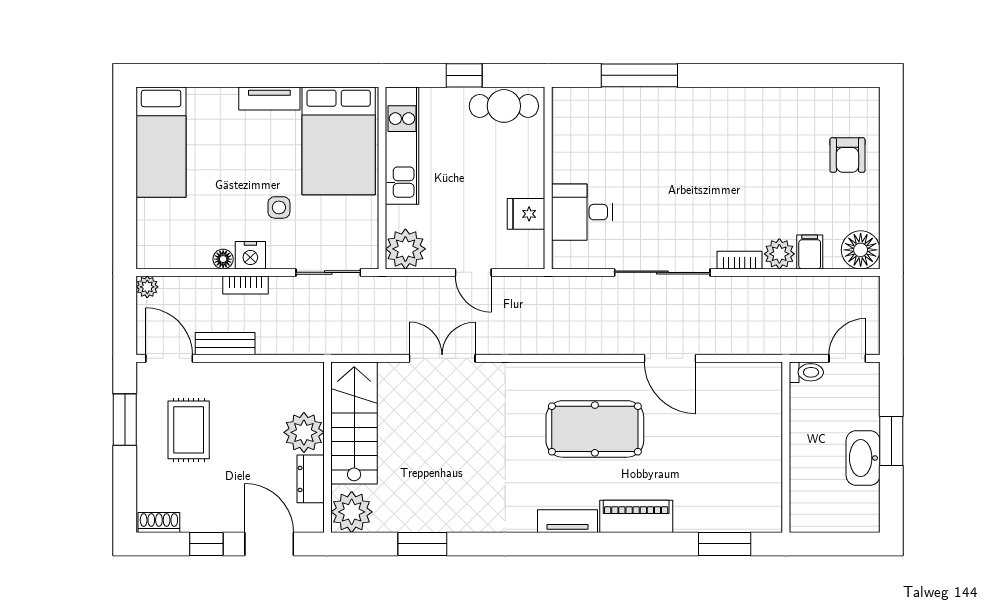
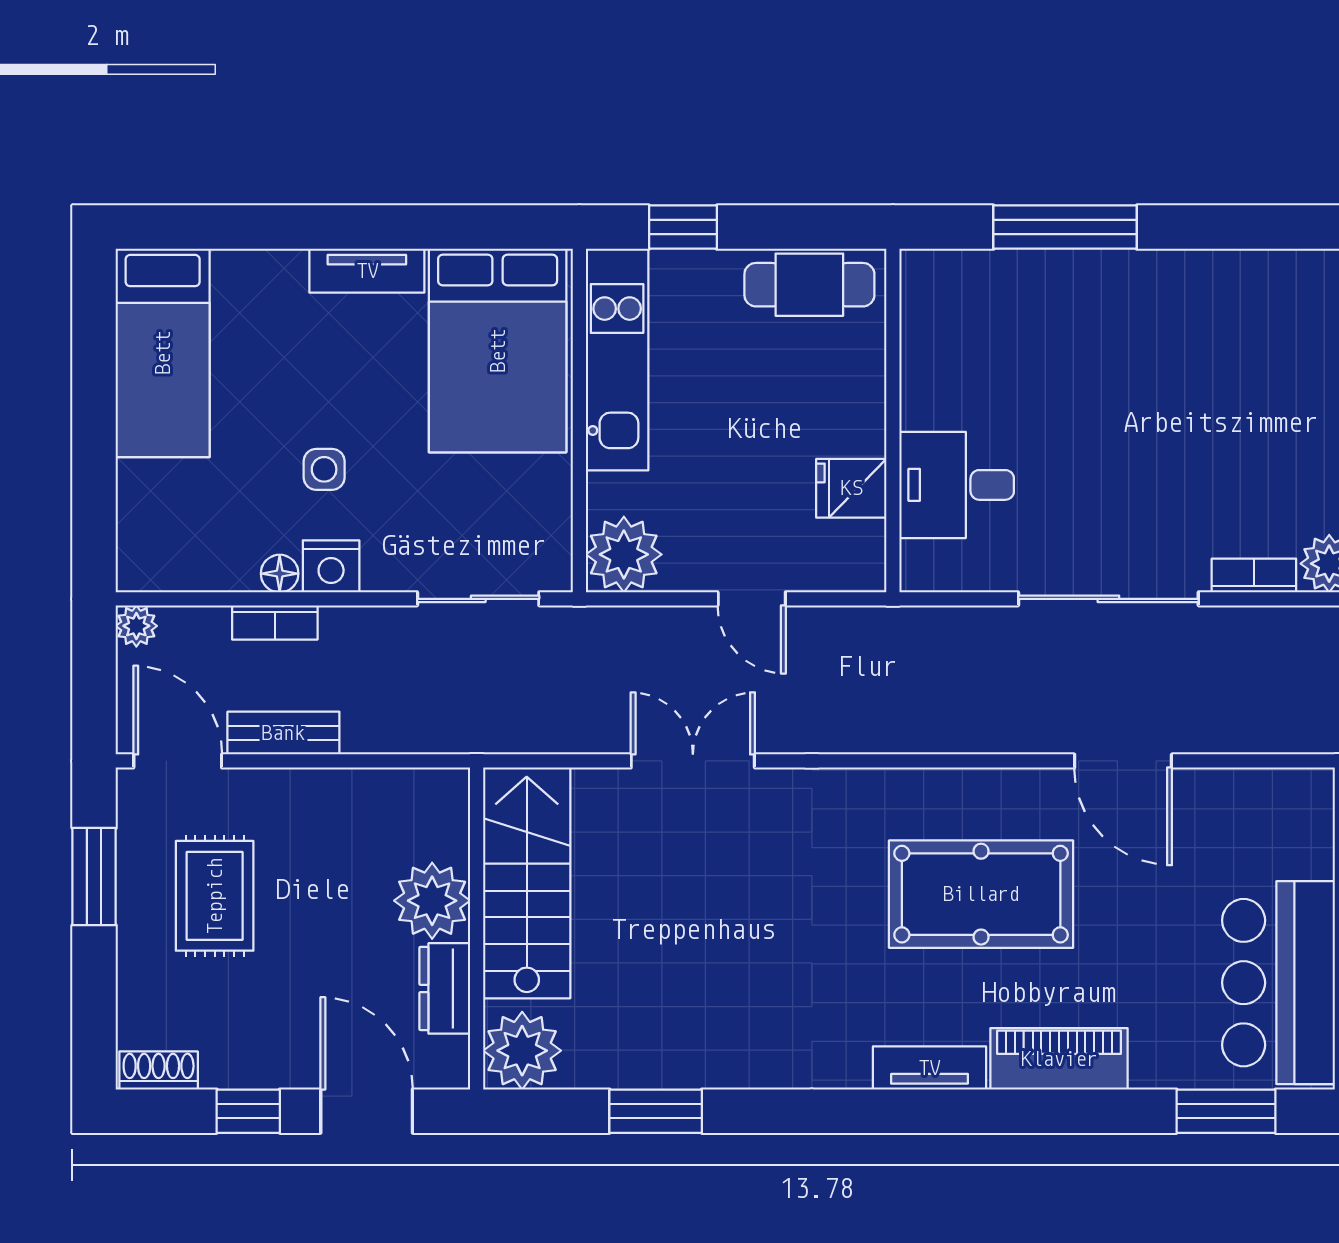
window: (464, 75) -> (683, 227), moved
side table: (279, 207) -> (324, 469), moved
bookcase: (245, 285) -> (275, 622), moved
bar counter: (753, 476) -> (1279, 983), added

